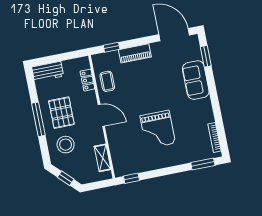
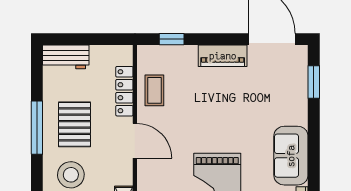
piano: (135, 53) -> (223, 56), moved
locker: (87, 80) -> (124, 91), width x1.53
sofa: (196, 80) -> (291, 156), moved

